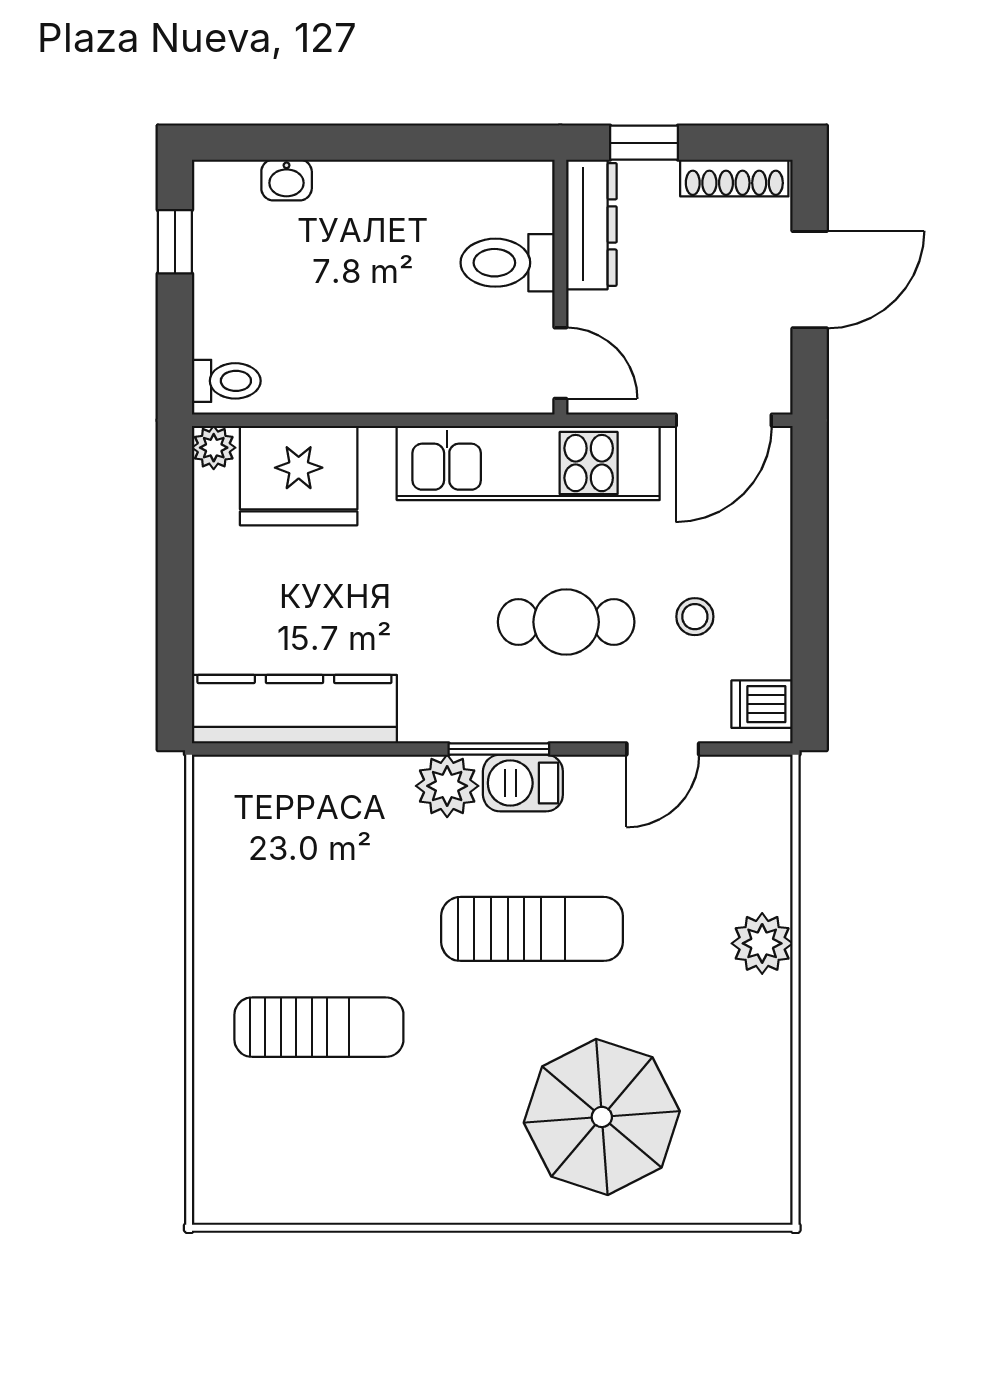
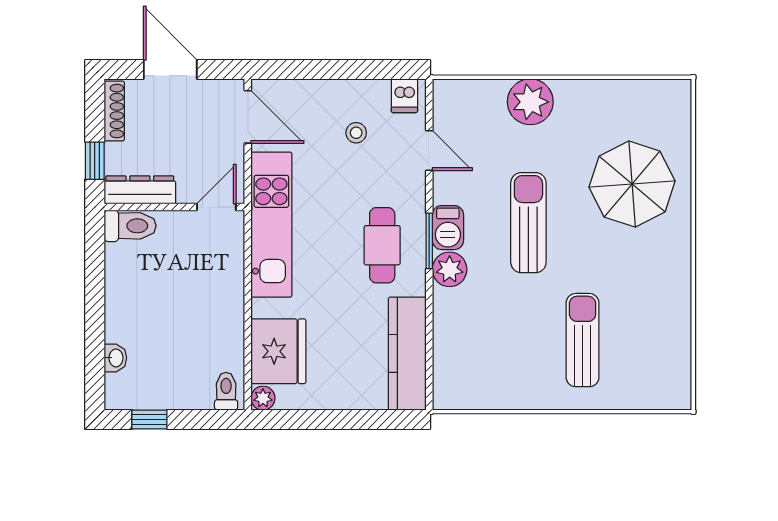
toilet: (508, 263) -> (130, 226), moved, turned -90
cafe table: (566, 622) -> (382, 245), moved
plant: (762, 943) -> (530, 102), width x1.36, depth x1.36

